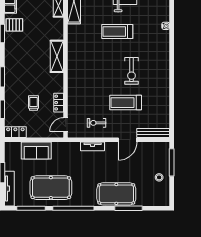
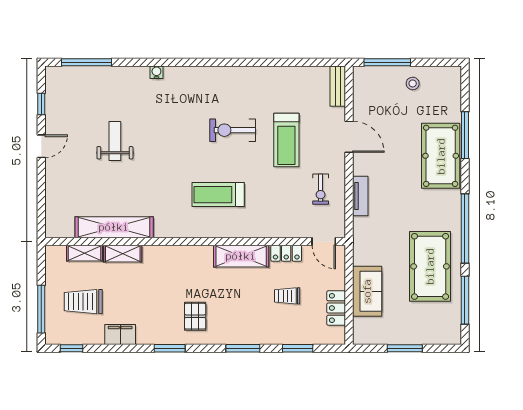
pallet: (14, 25) -> (195, 316), moved
treadmill: (117, 31) -> (218, 195), moved, turned 90
shelving: (57, 56) -> (241, 256), moved
exercise bike: (131, 71) -> (233, 130), turned 180
locker: (15, 132) -> (336, 308), moved
bench: (153, 133) -> (338, 86), width x0.73
tv unit: (9, 189) -> (432, 337), removed

